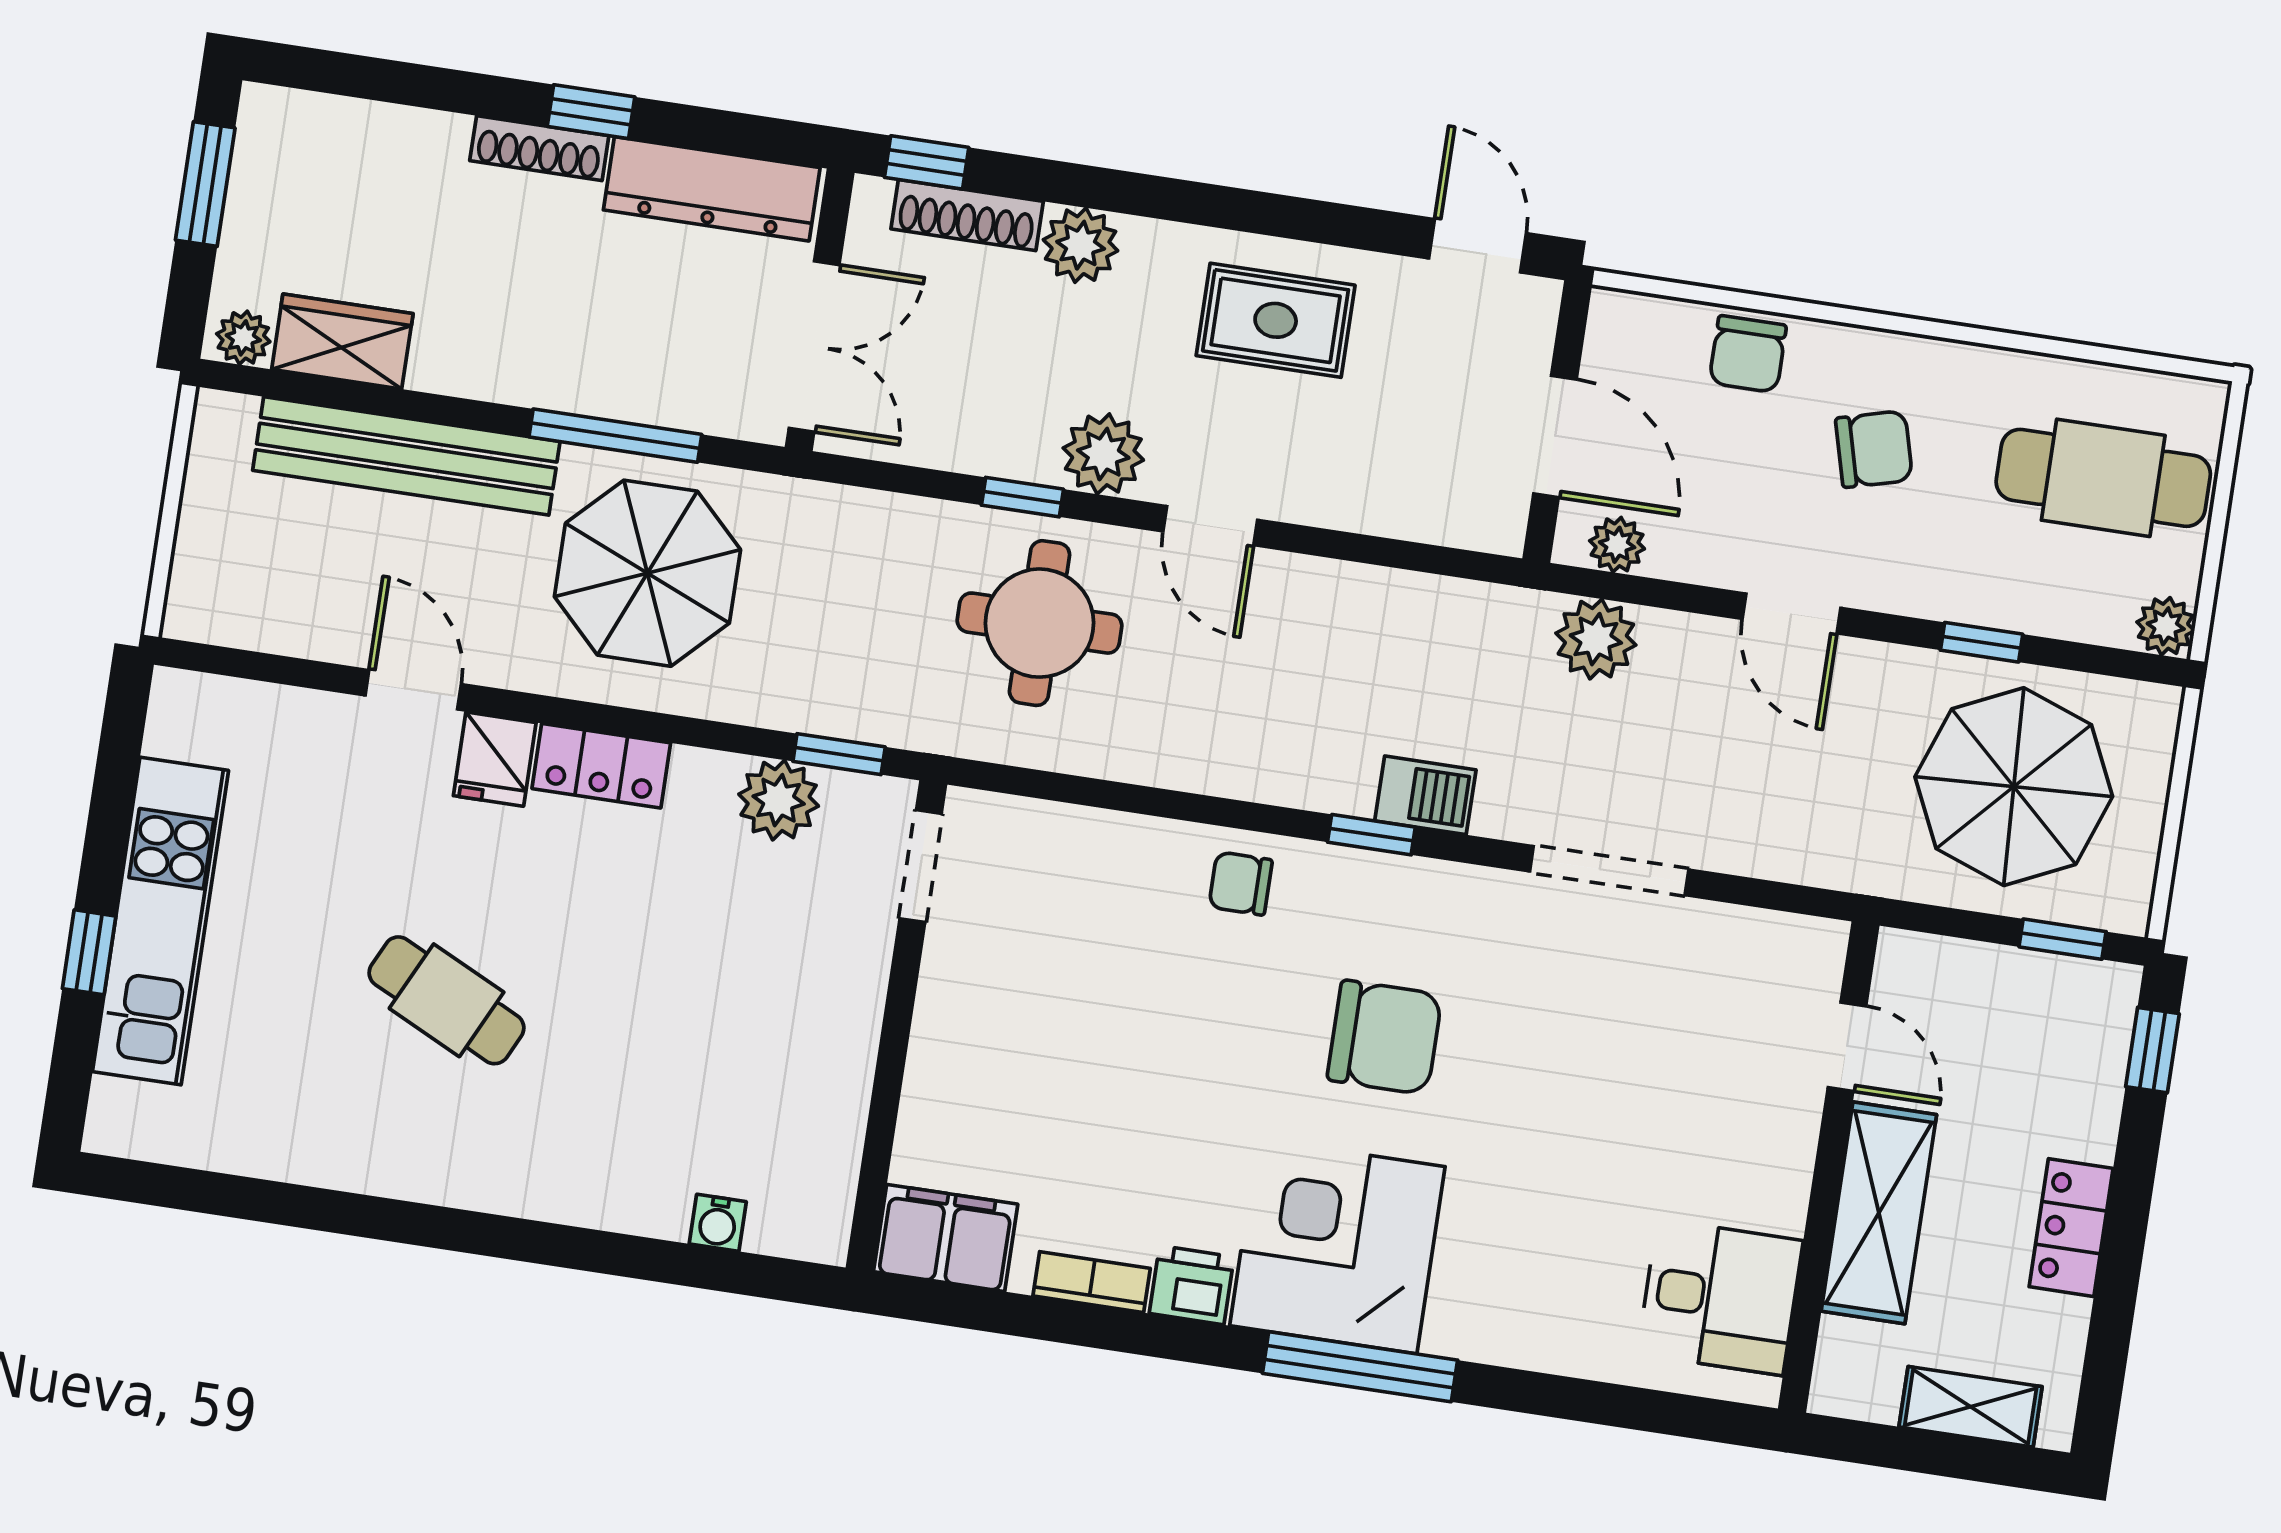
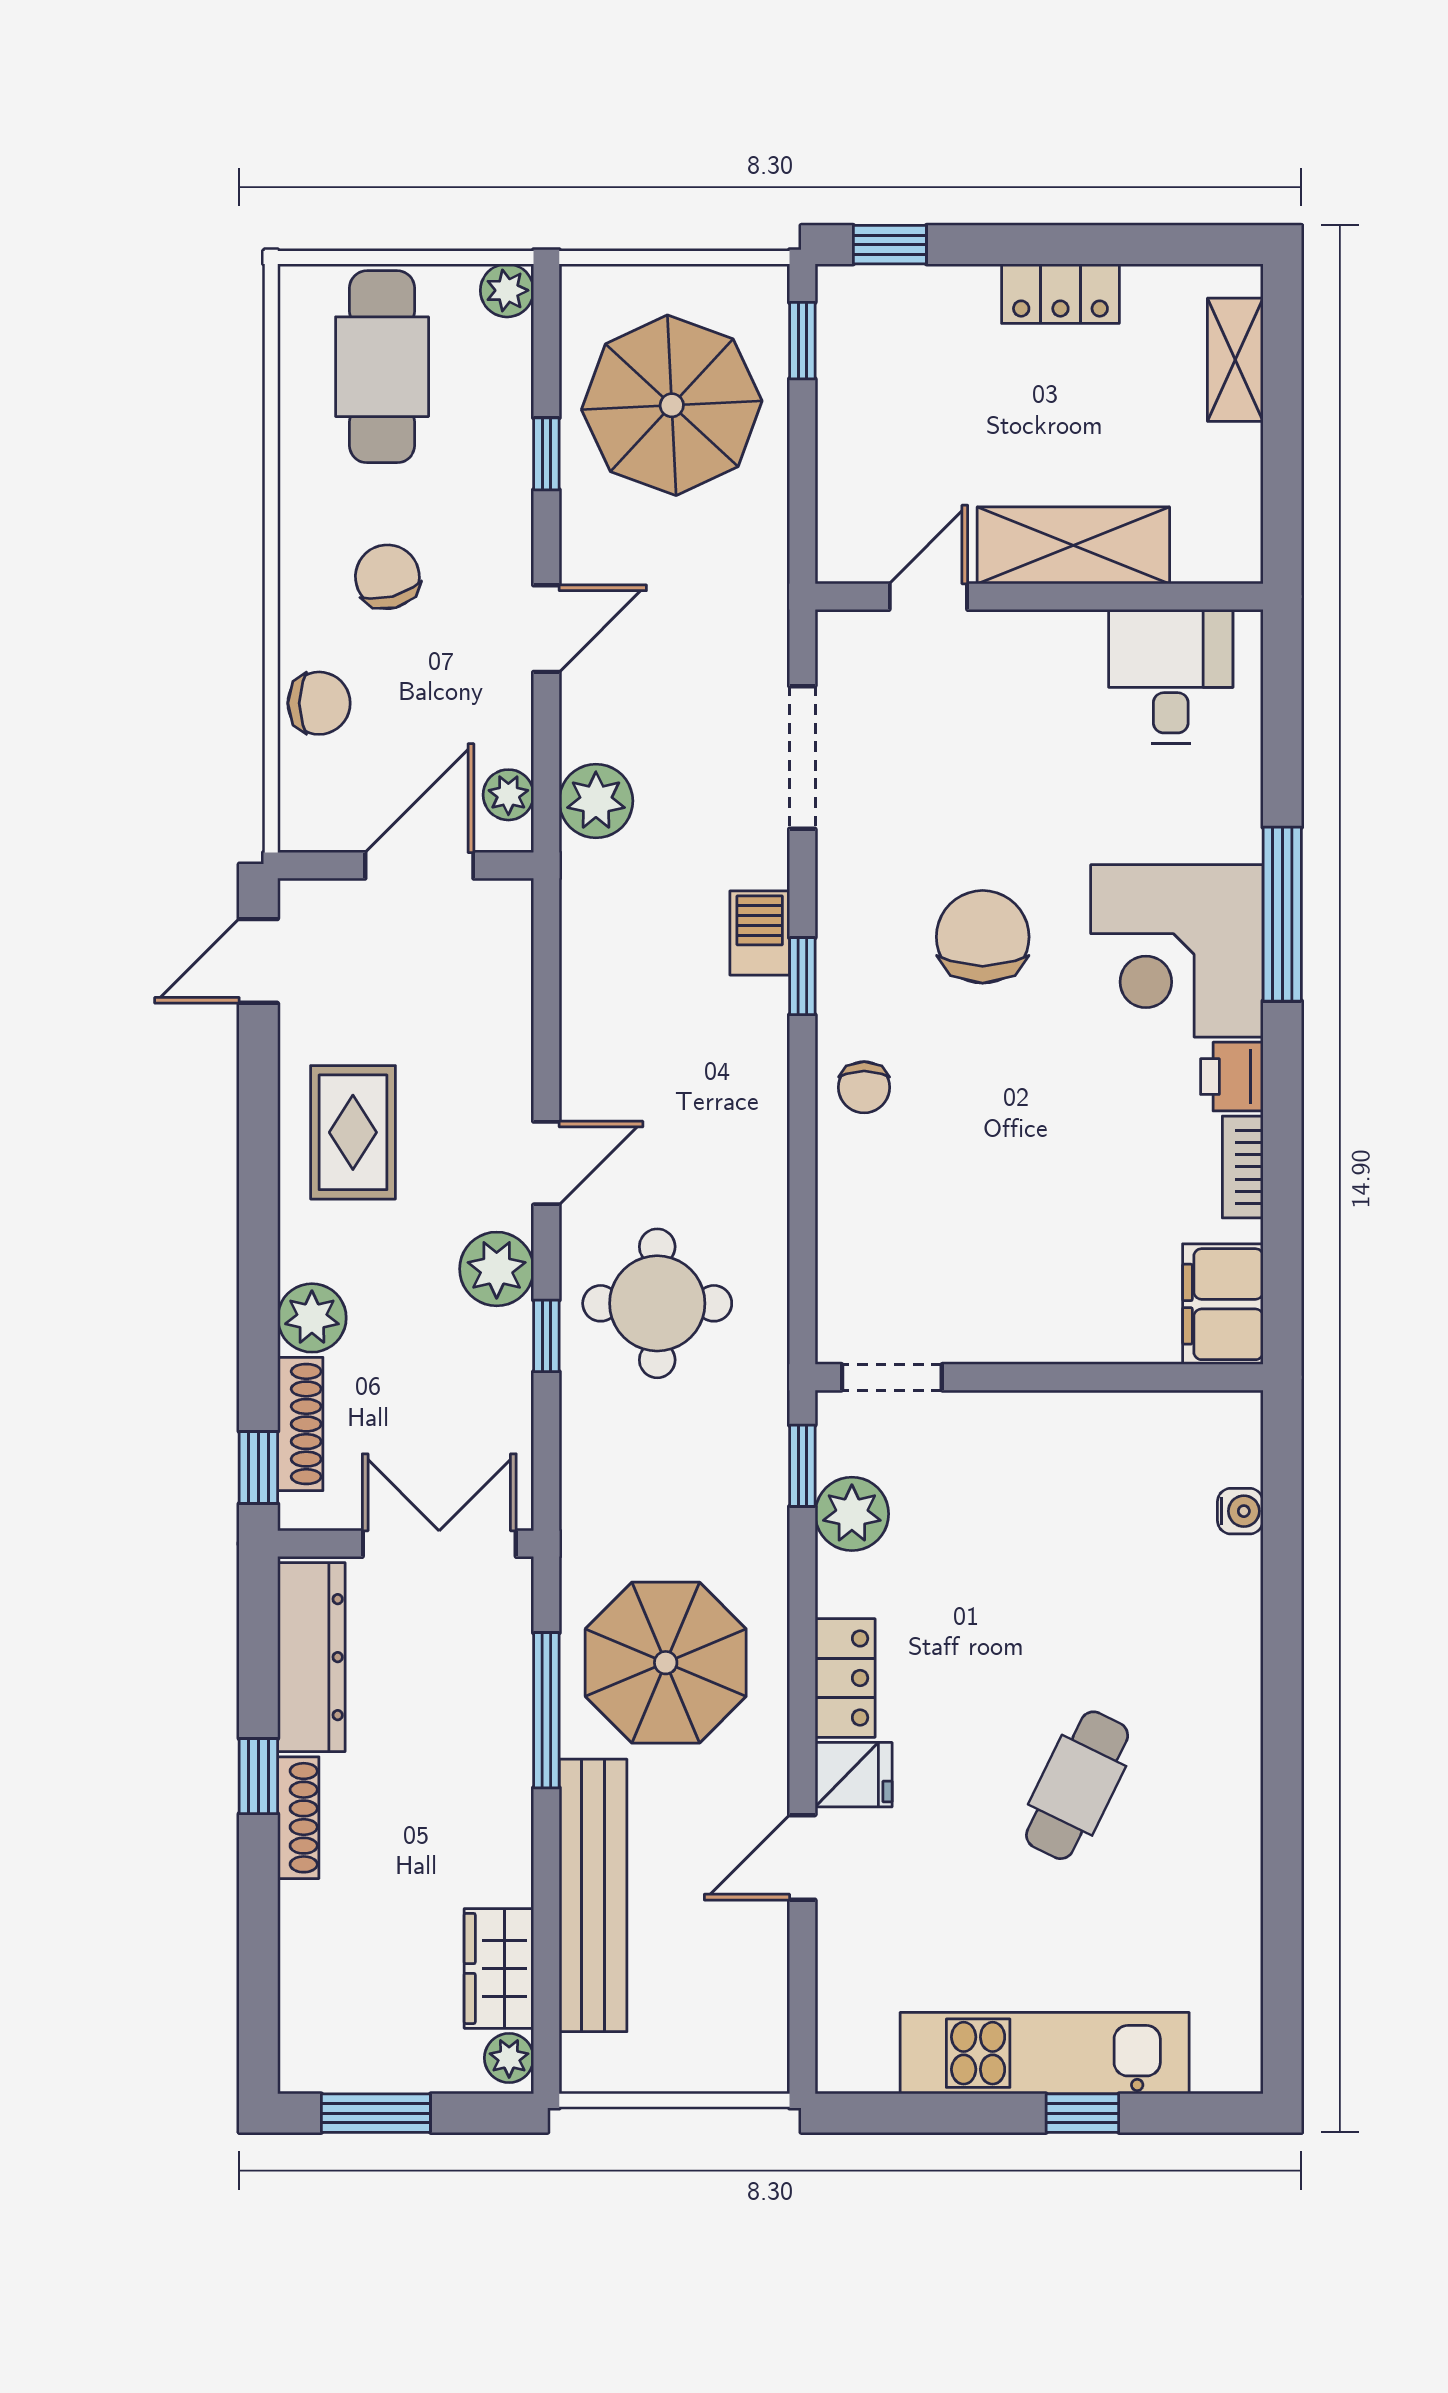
door: (1847, 1047) -> (928, 597), moved
wall: (1829, 1167) -> (1039, 597), moved
shelving: (1879, 1213) -> (1073, 545), moved
desk: (1720, 1297) -> (1171, 677), moved

